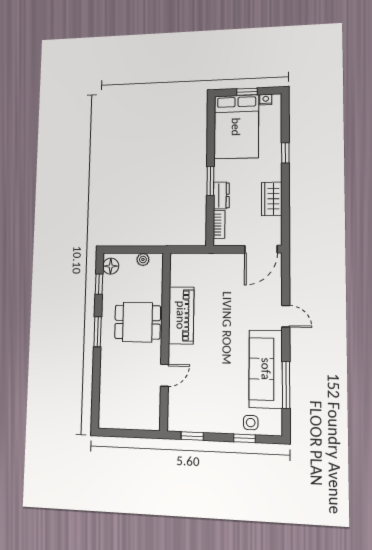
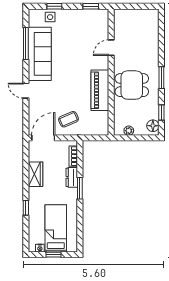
bed: (236, 127) -> (56, 228), width x0.67
coffee table: (225, 275) -> (68, 119), added

